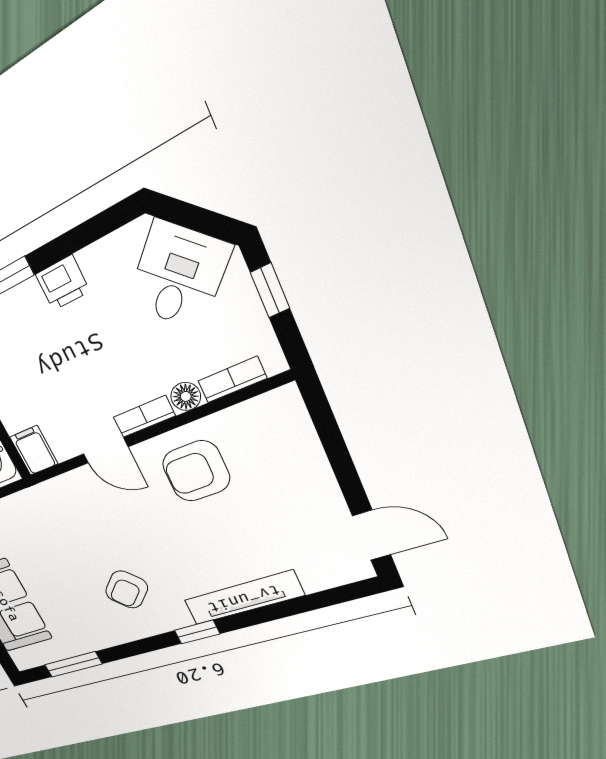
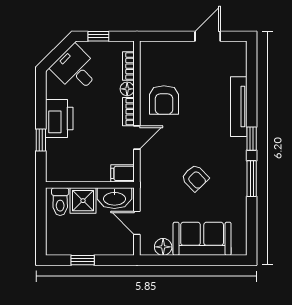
printer: (63, 283) -> (59, 119), width x1.87, depth x1.48
door: (372, 535) -> (208, 36), moved
armchair: (127, 590) -> (195, 178), moved
window: (73, 664) -> (252, 179), moved

